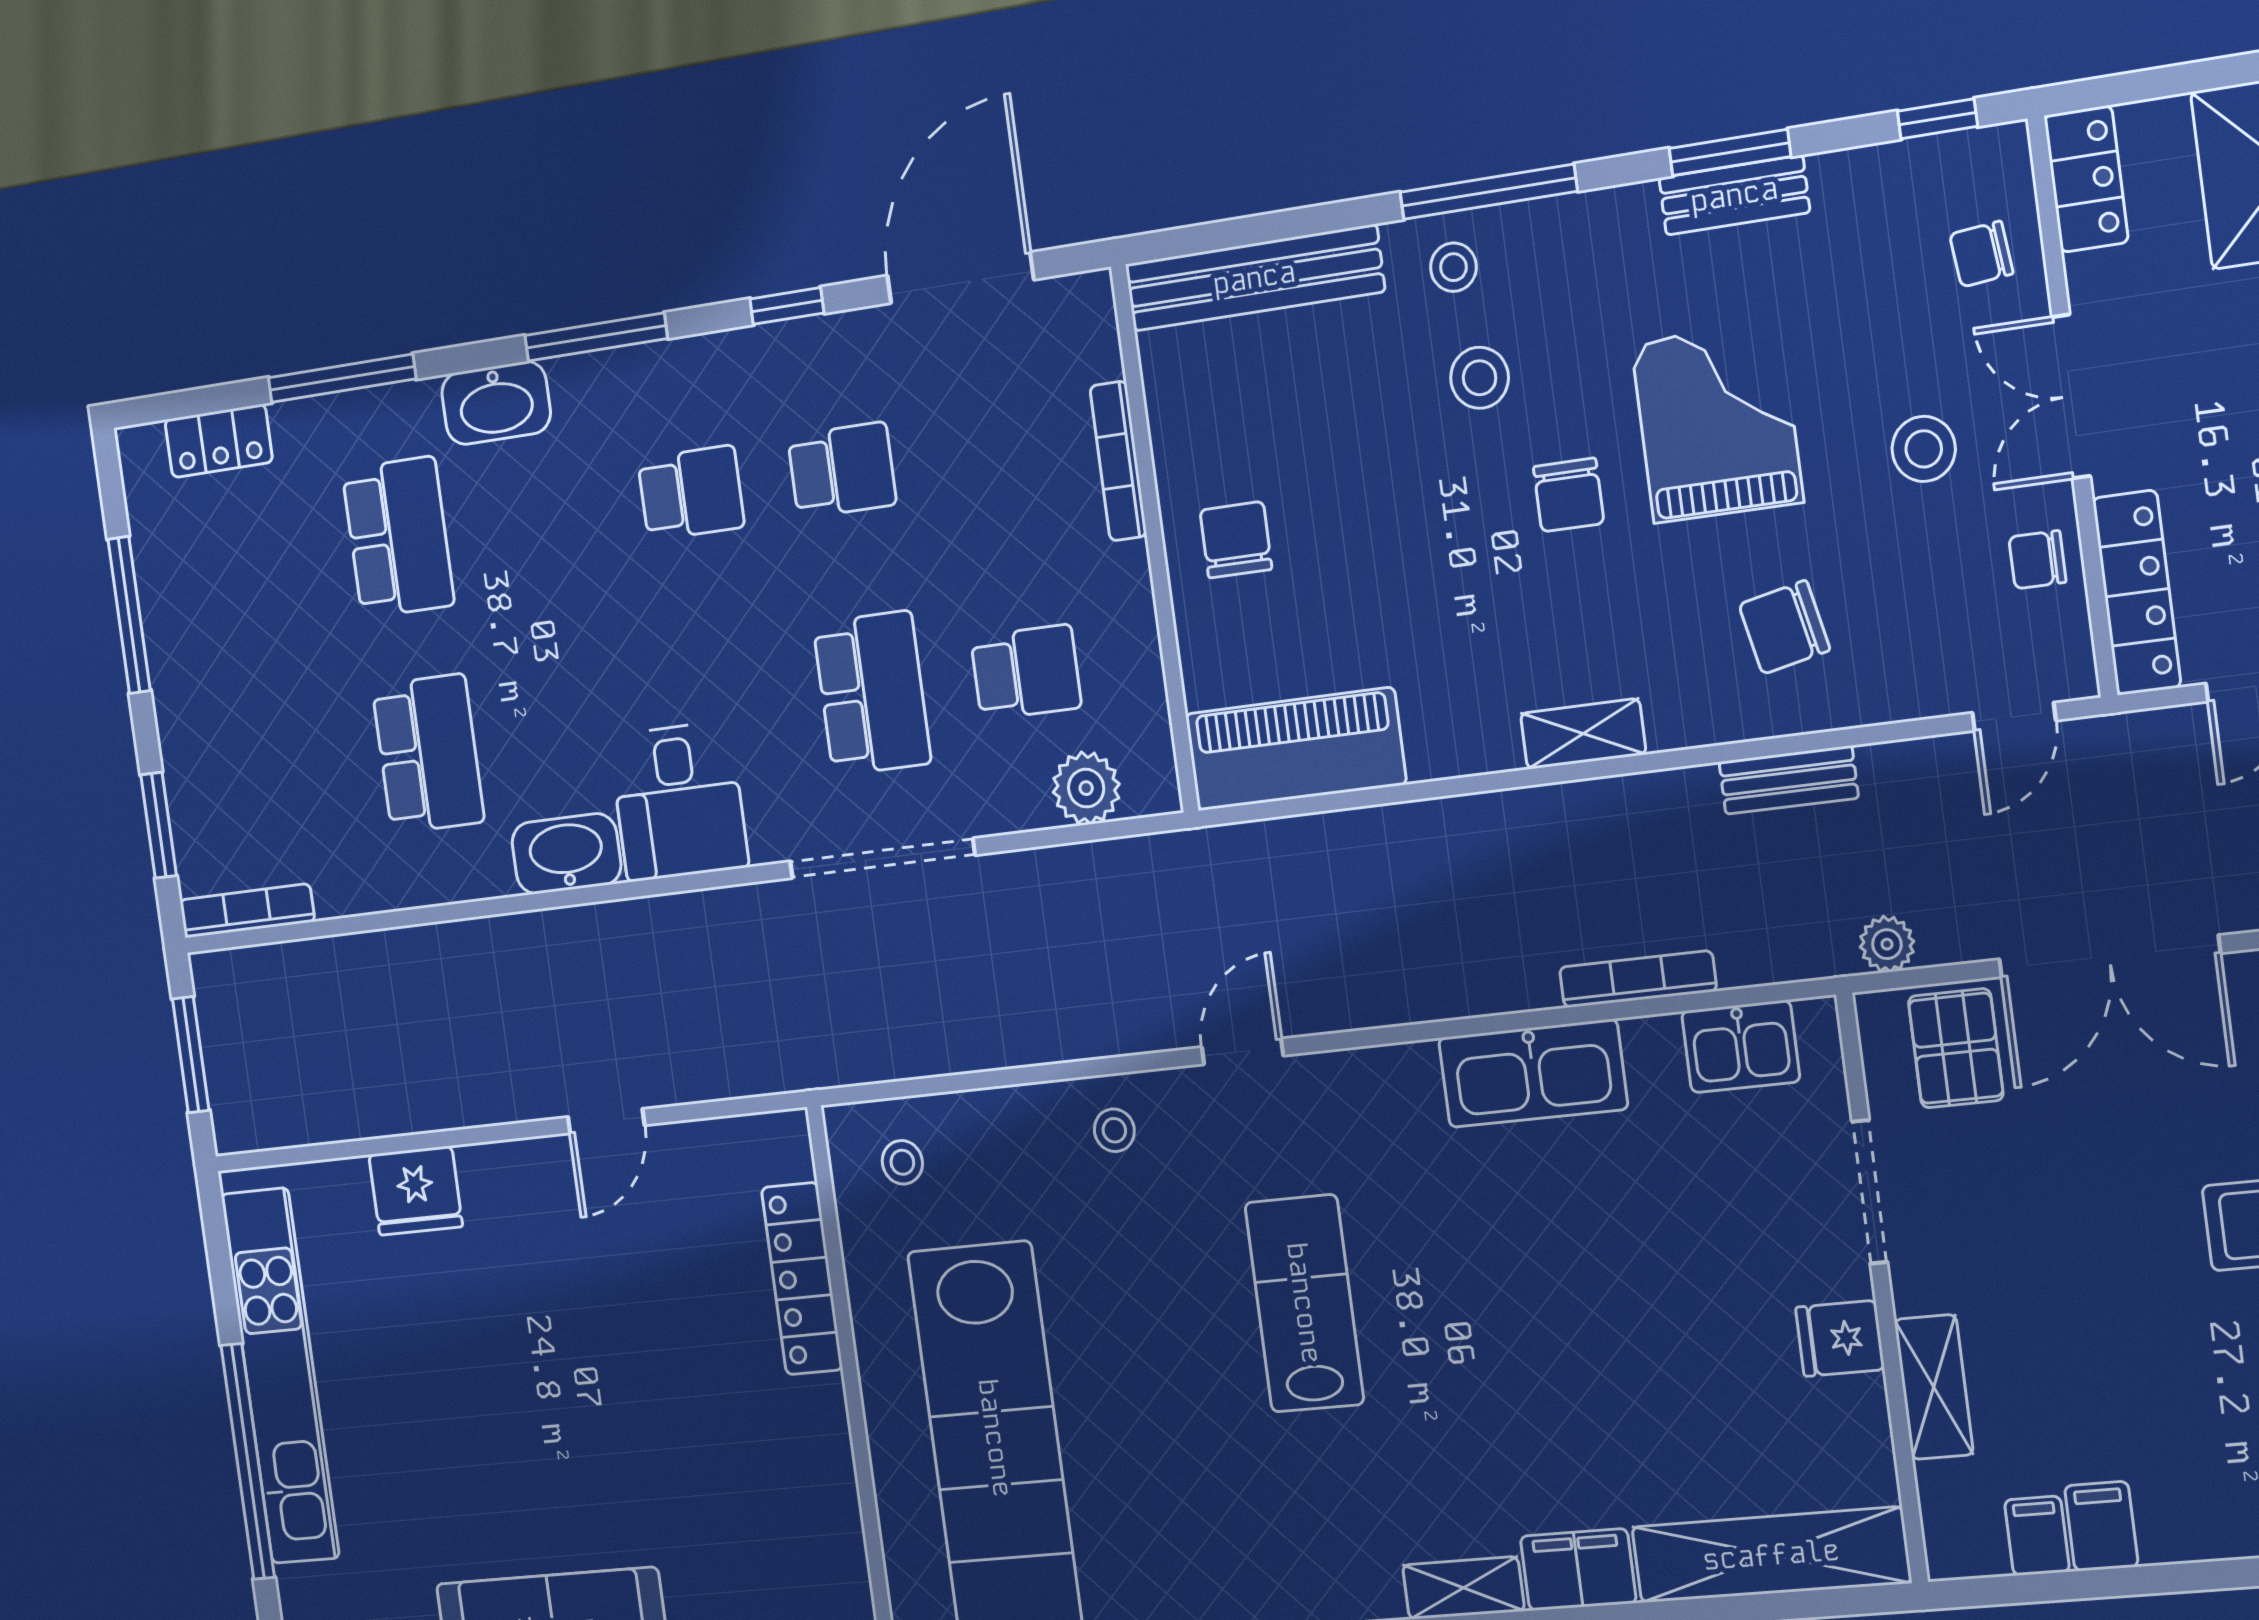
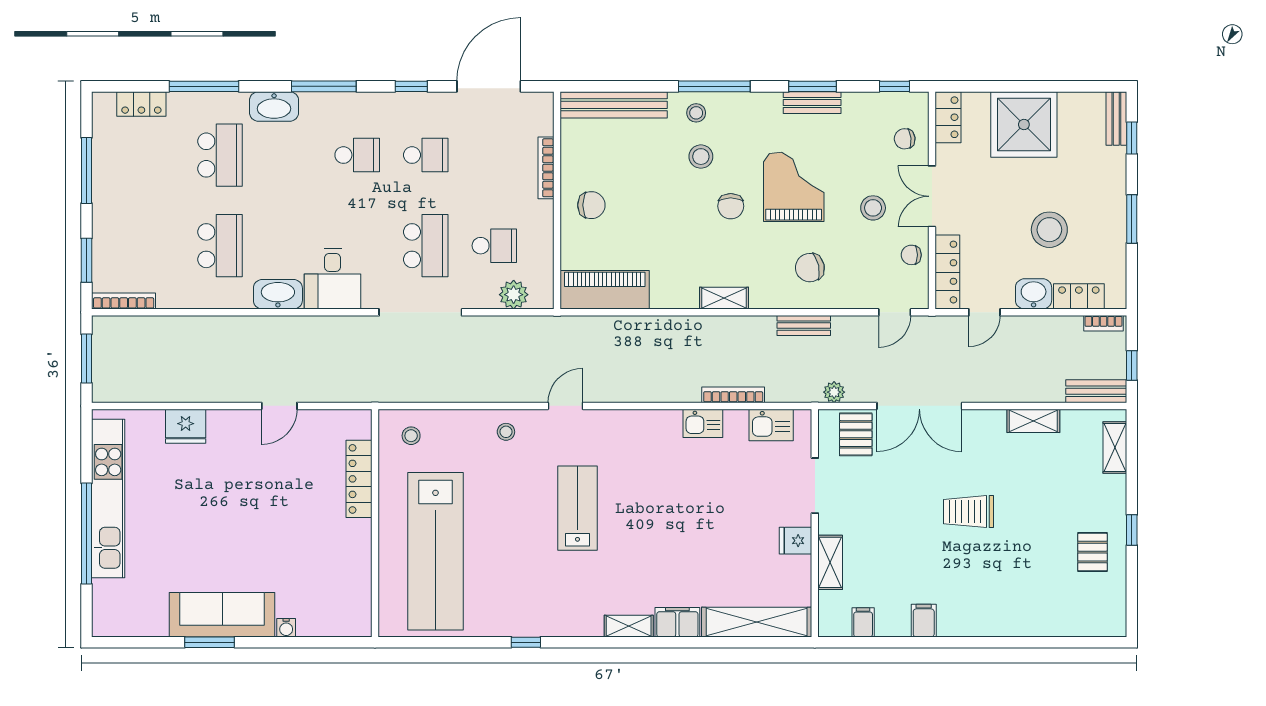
chair: (1236, 540) -> (591, 205), turned 90
kitchen sink: (1533, 1073) -> (703, 423), width x0.53, depth x0.81
filing cabinet: (2101, 1526) -> (924, 621), moved

